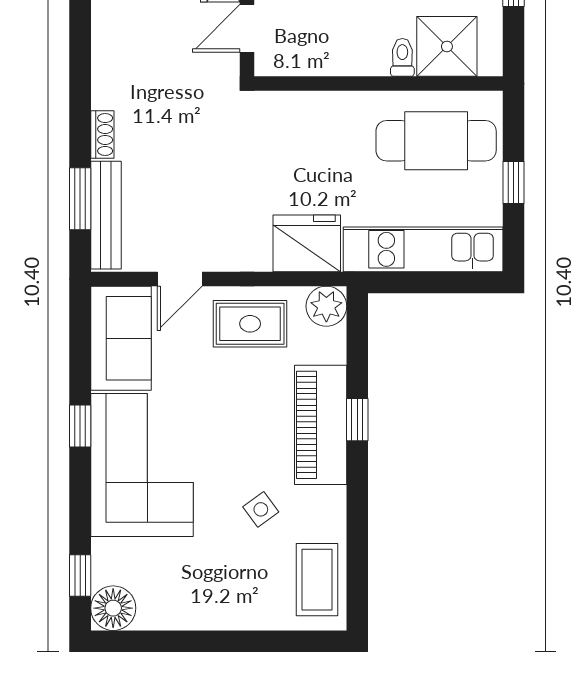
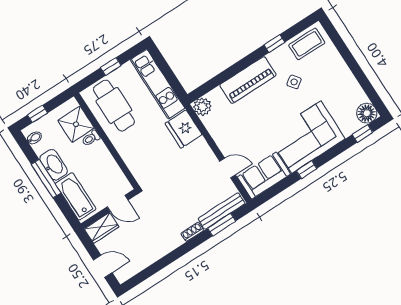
rug: (250, 324) -> (227, 131), removed
window: (357, 420) -> (274, 44), moved

